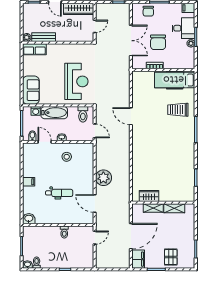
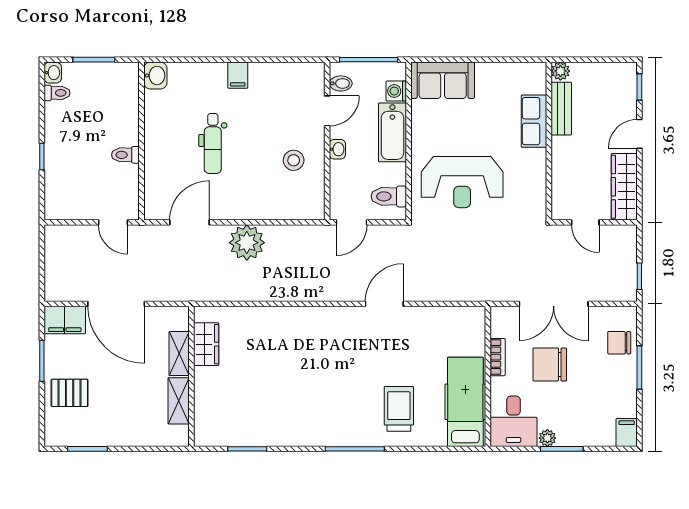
desk: (183, 28) -> (514, 421), moved
row of seats: (34, 49) -> (534, 121), moved

